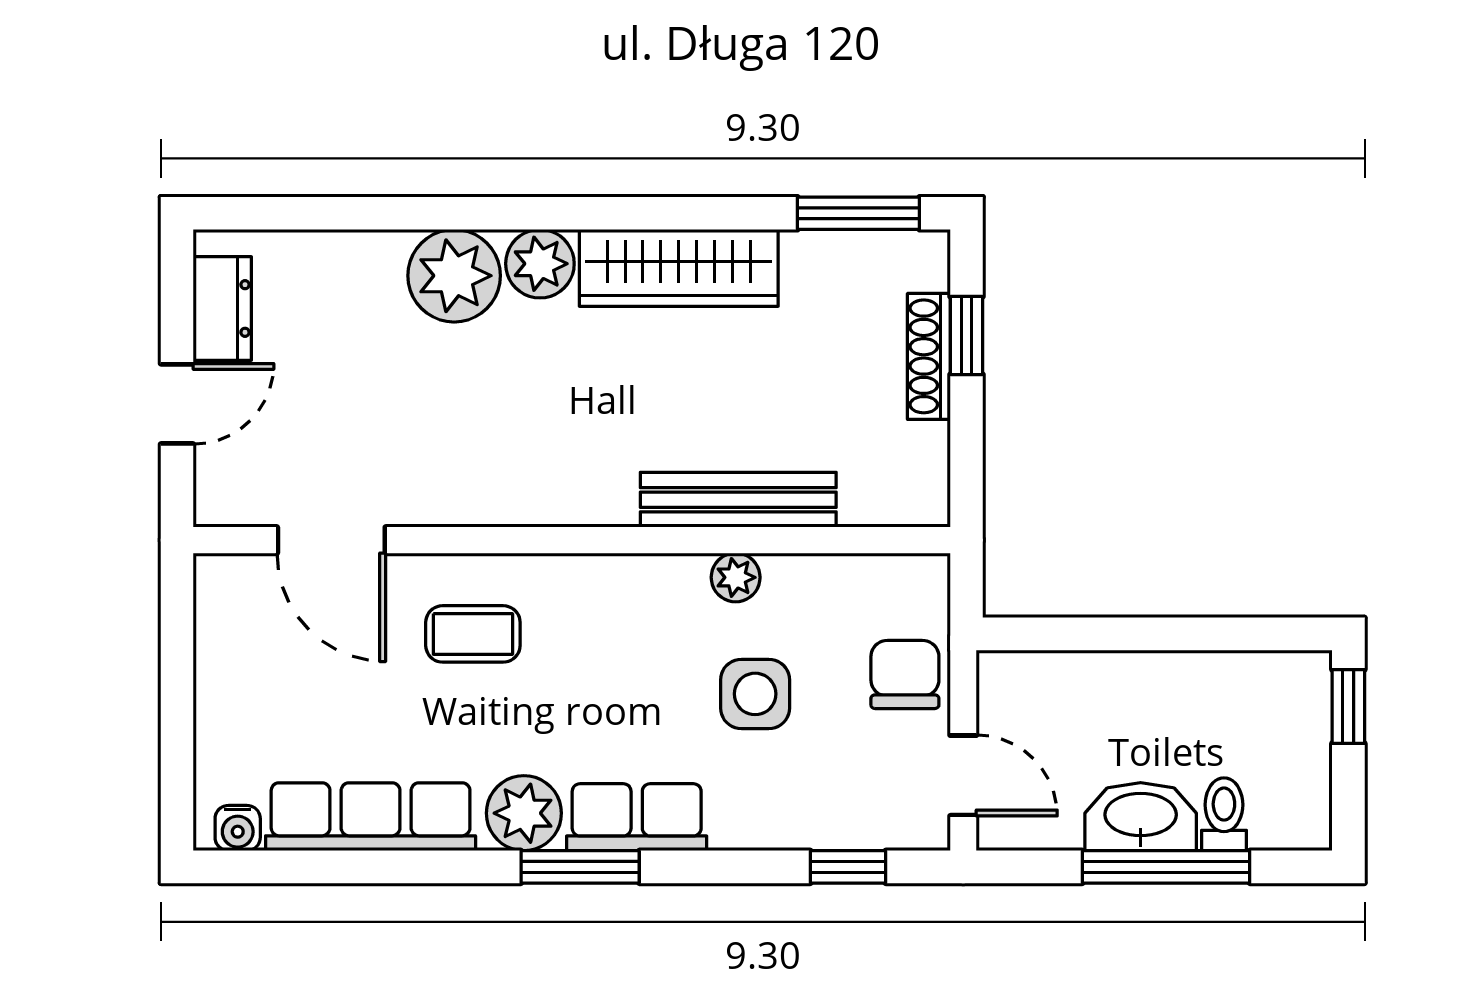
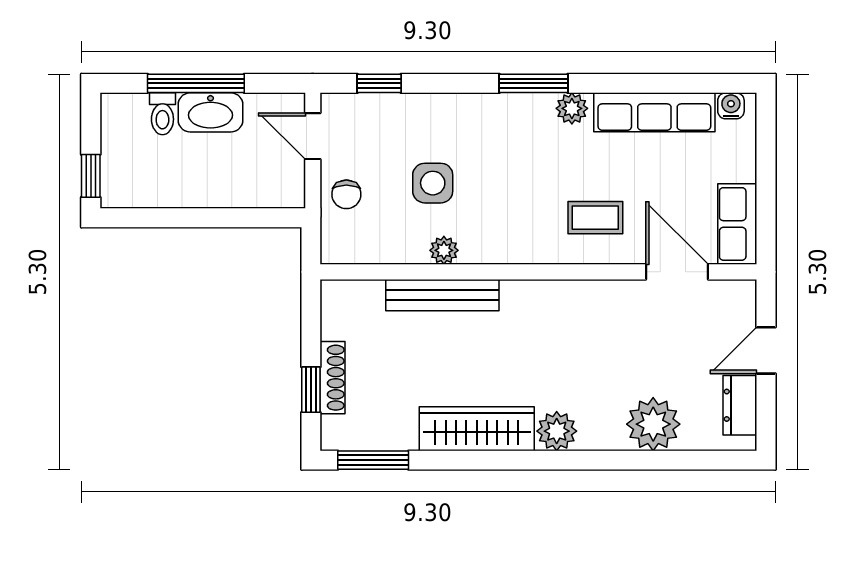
plant: (454, 276) -> (653, 424), moved
chair: (905, 674) -> (346, 194), width x0.73, depth x0.73
plant: (524, 813) -> (572, 108), width x0.73, depth x0.73
row of seats: (637, 817) -> (737, 224), moved, turned 90

